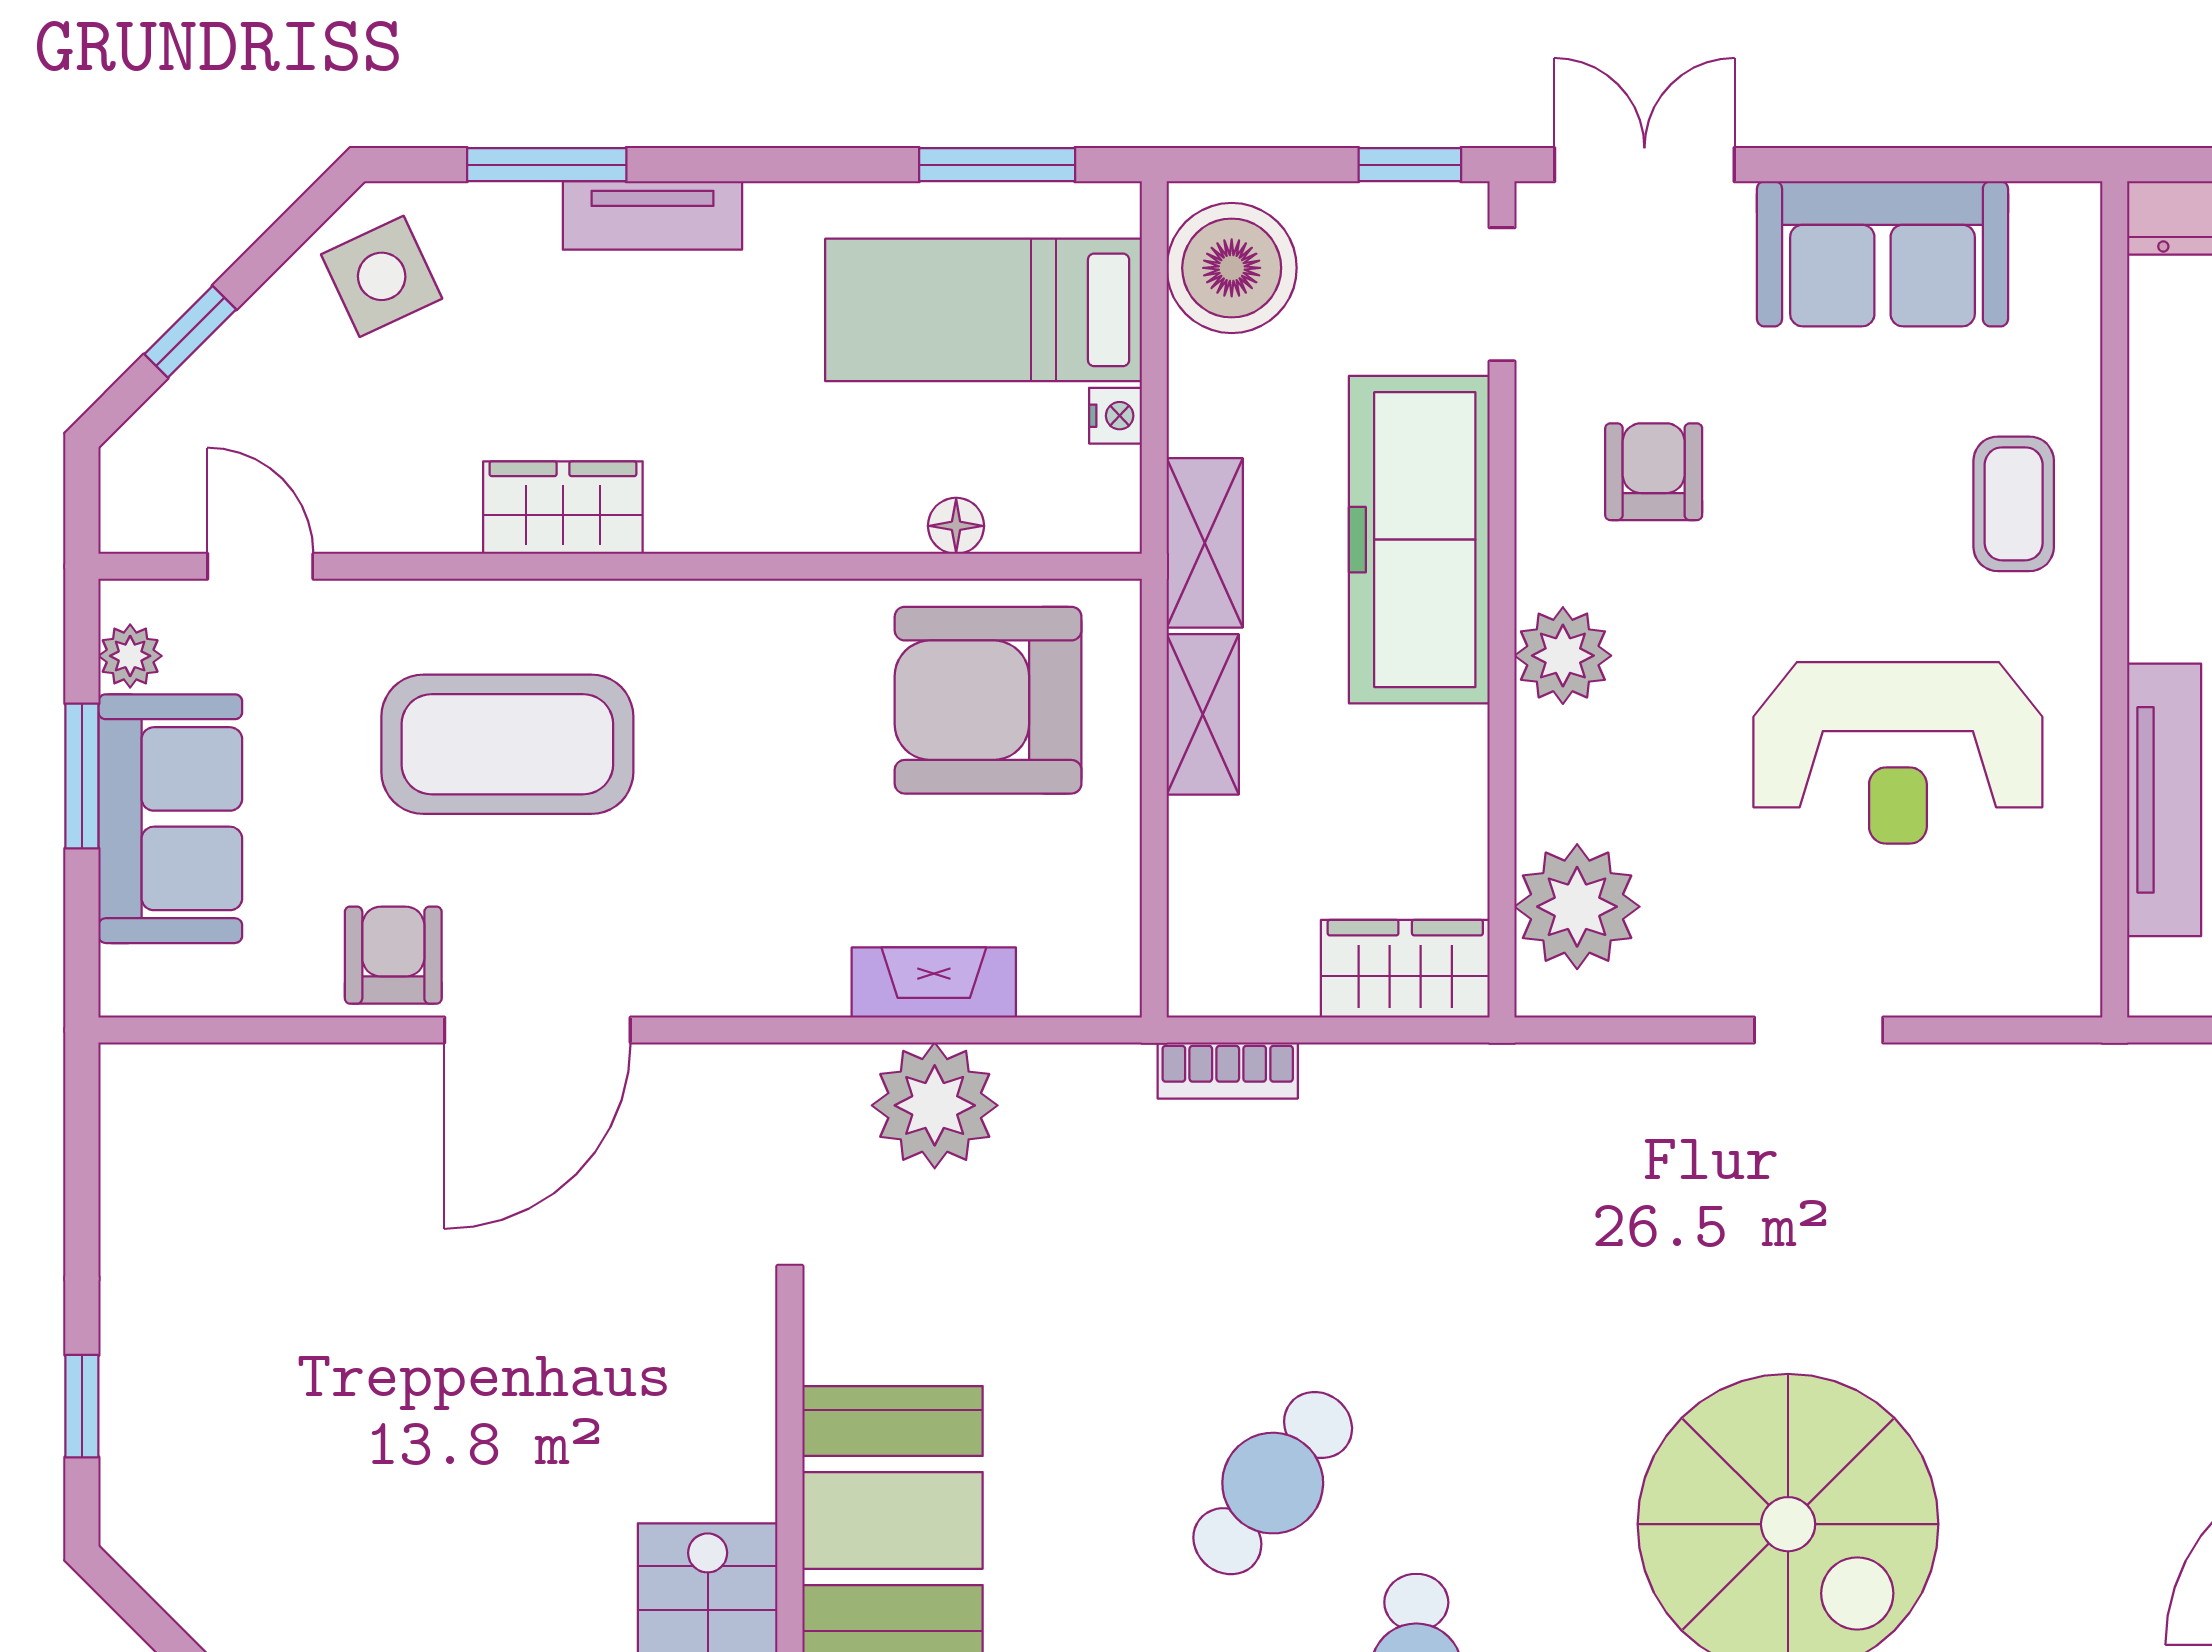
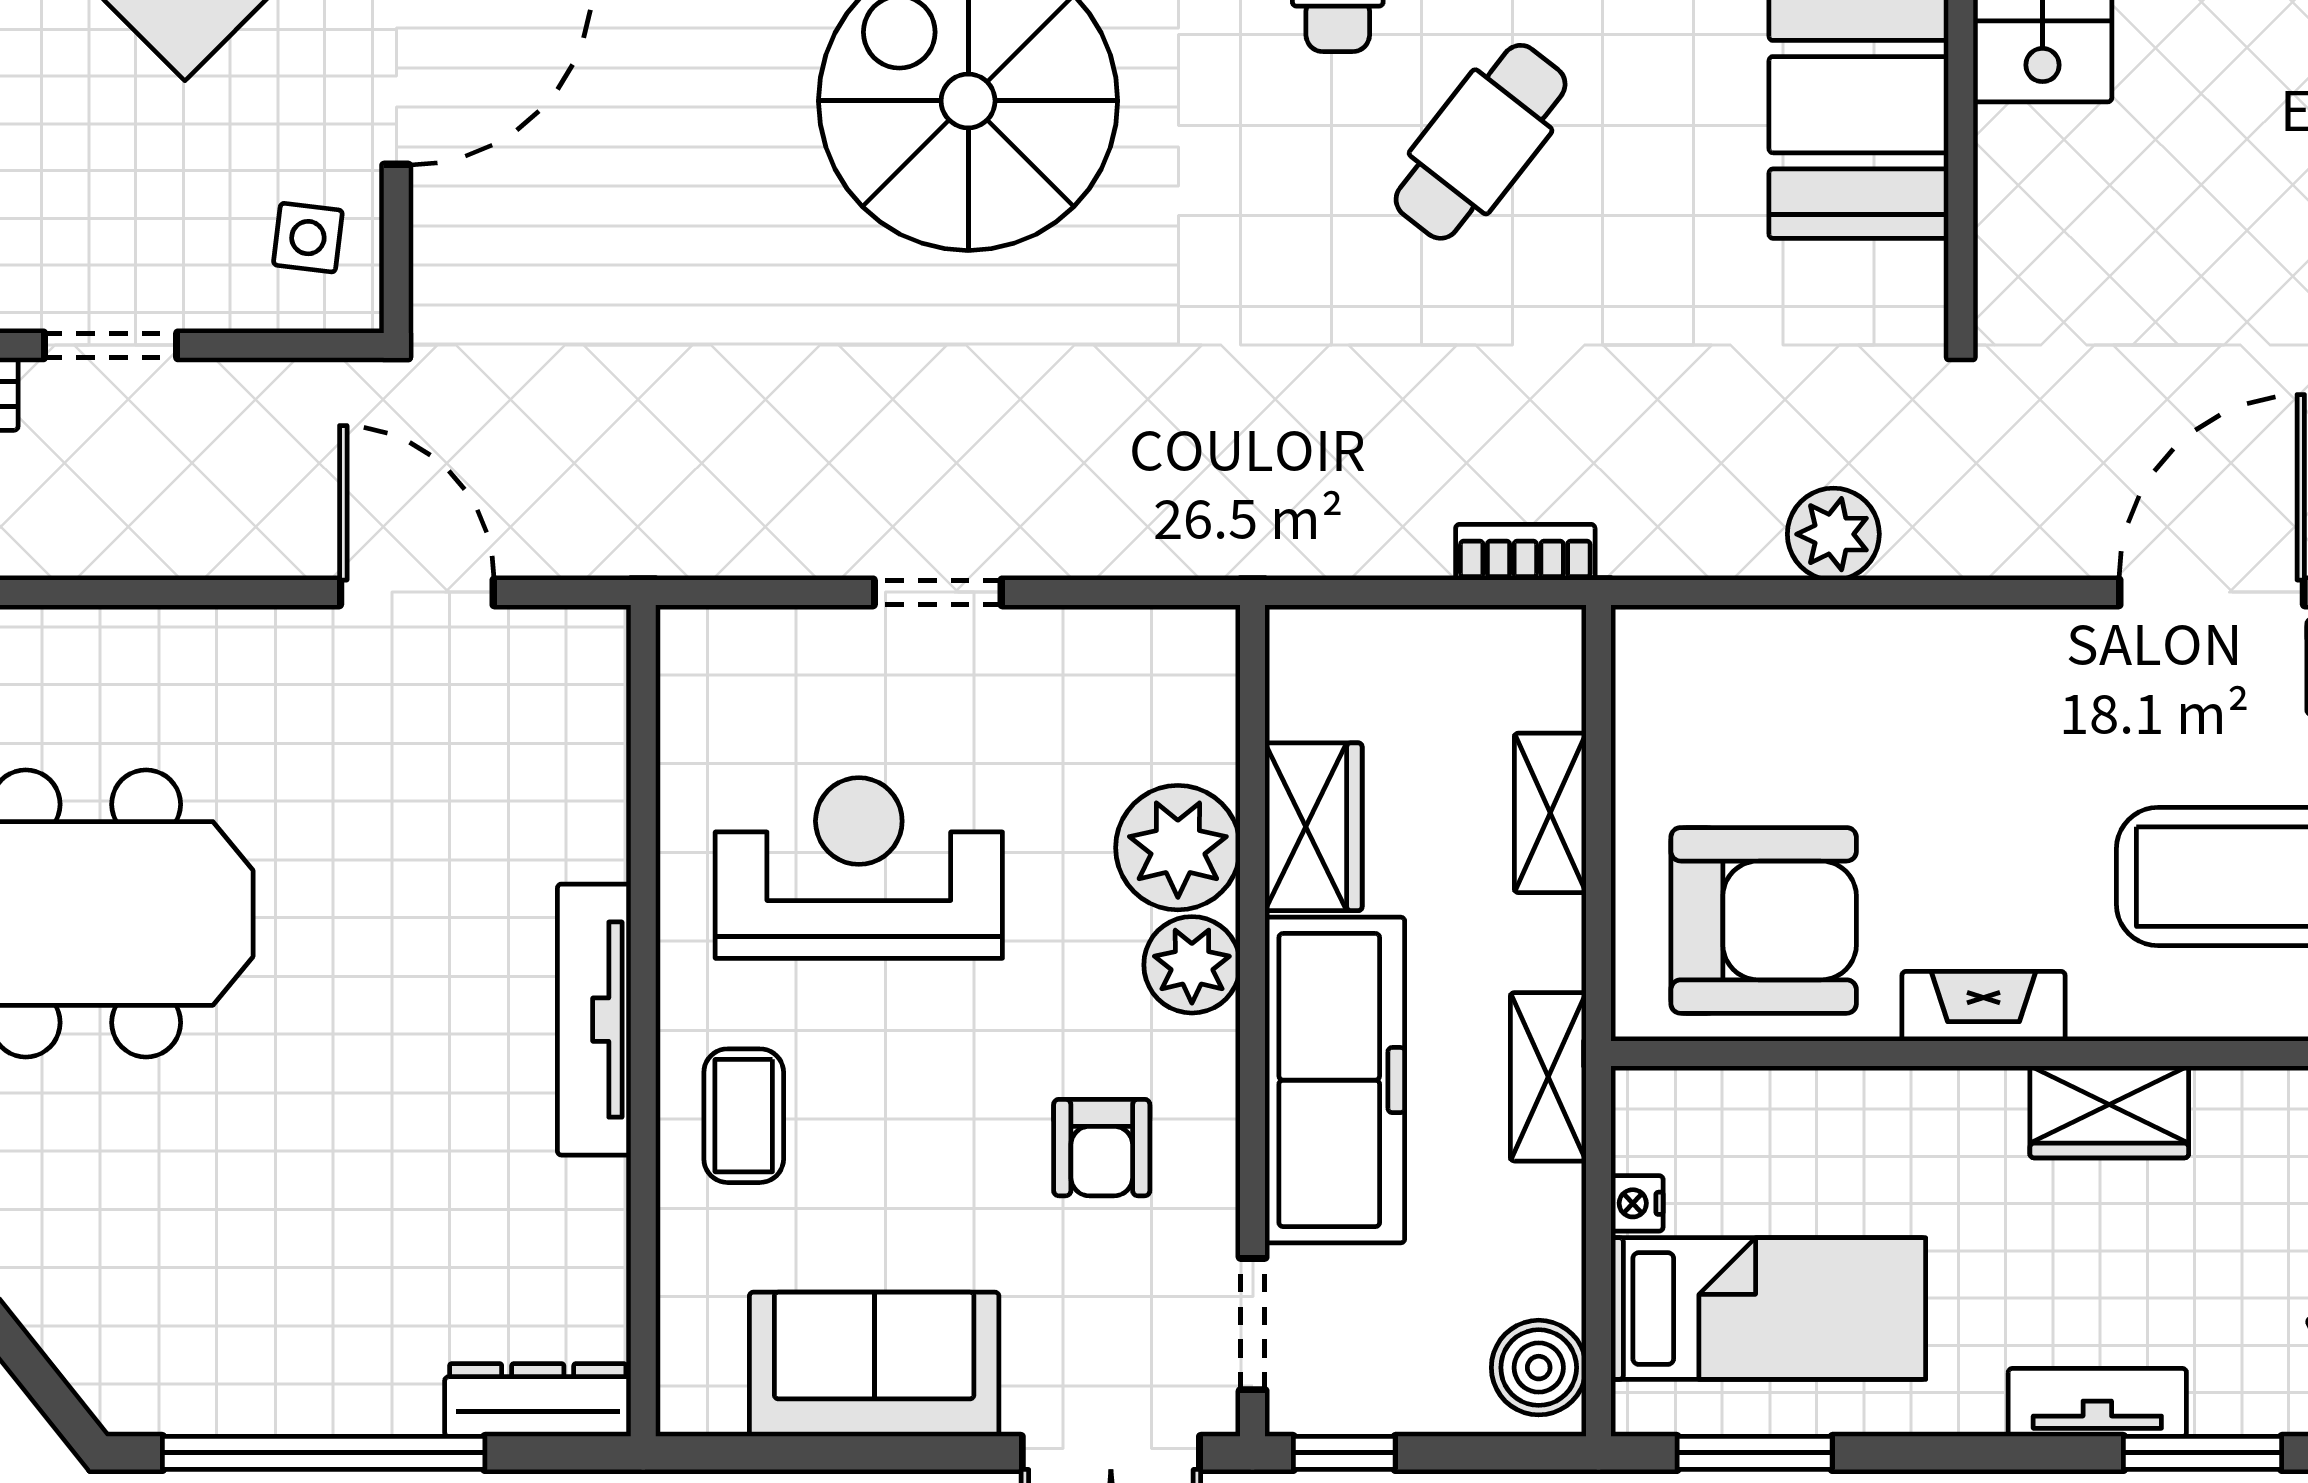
boiler: (1232, 268) -> (1539, 1368), width x0.73, depth x0.73
wardrobe: (563, 508) -> (2109, 1112), moved
floor lamp: (956, 526) -> (1795, 1094), removed
shelving: (1203, 714) -> (1550, 813), moved
tv unit: (2164, 800) -> (594, 1020), moved
plant: (1577, 907) -> (1178, 848), moved
wardrobe: (1405, 969) -> (1314, 827), moved, turned -90
fireplace: (934, 982) -> (1984, 1006), moved, turned 180
plant: (935, 1105) -> (1833, 534), width x0.73, depth x0.73

